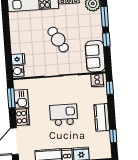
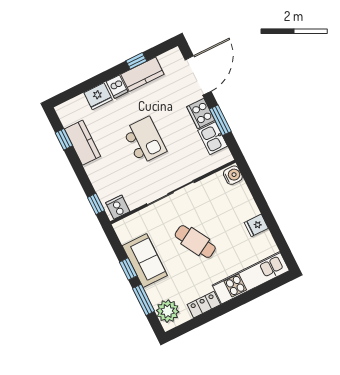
sofa: (95, 56) -> (145, 261), moved
fridge: (18, 59) -> (256, 225), moved
window: (11, 98) -> (220, 120), moved
kitchen island: (64, 115) -> (145, 140), turned -90
kitchen counter: (102, 117) -> (82, 143), moved

